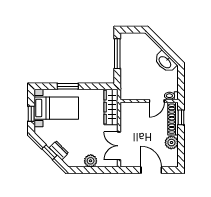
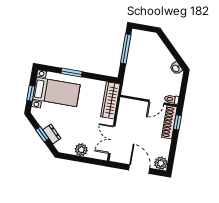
washbasin: (165, 62) -> (176, 68), width x0.52, depth x0.69
plant: (171, 143) -> (161, 163), moved

